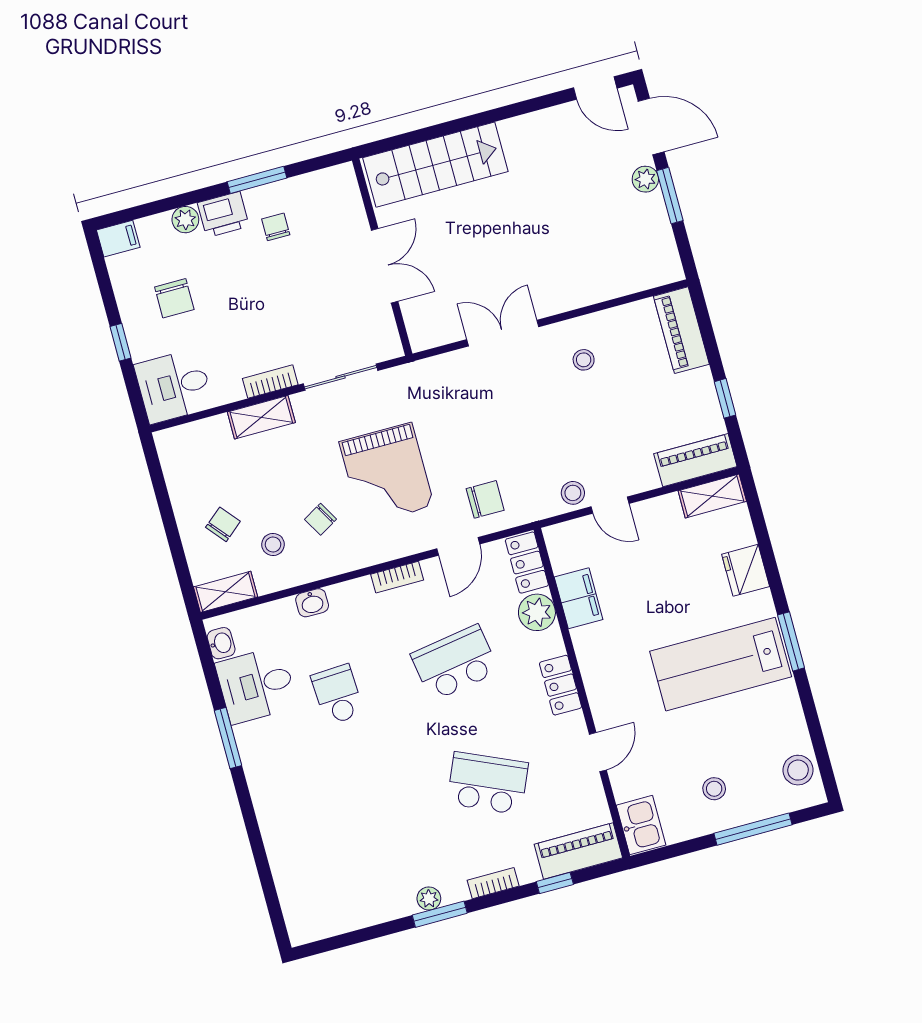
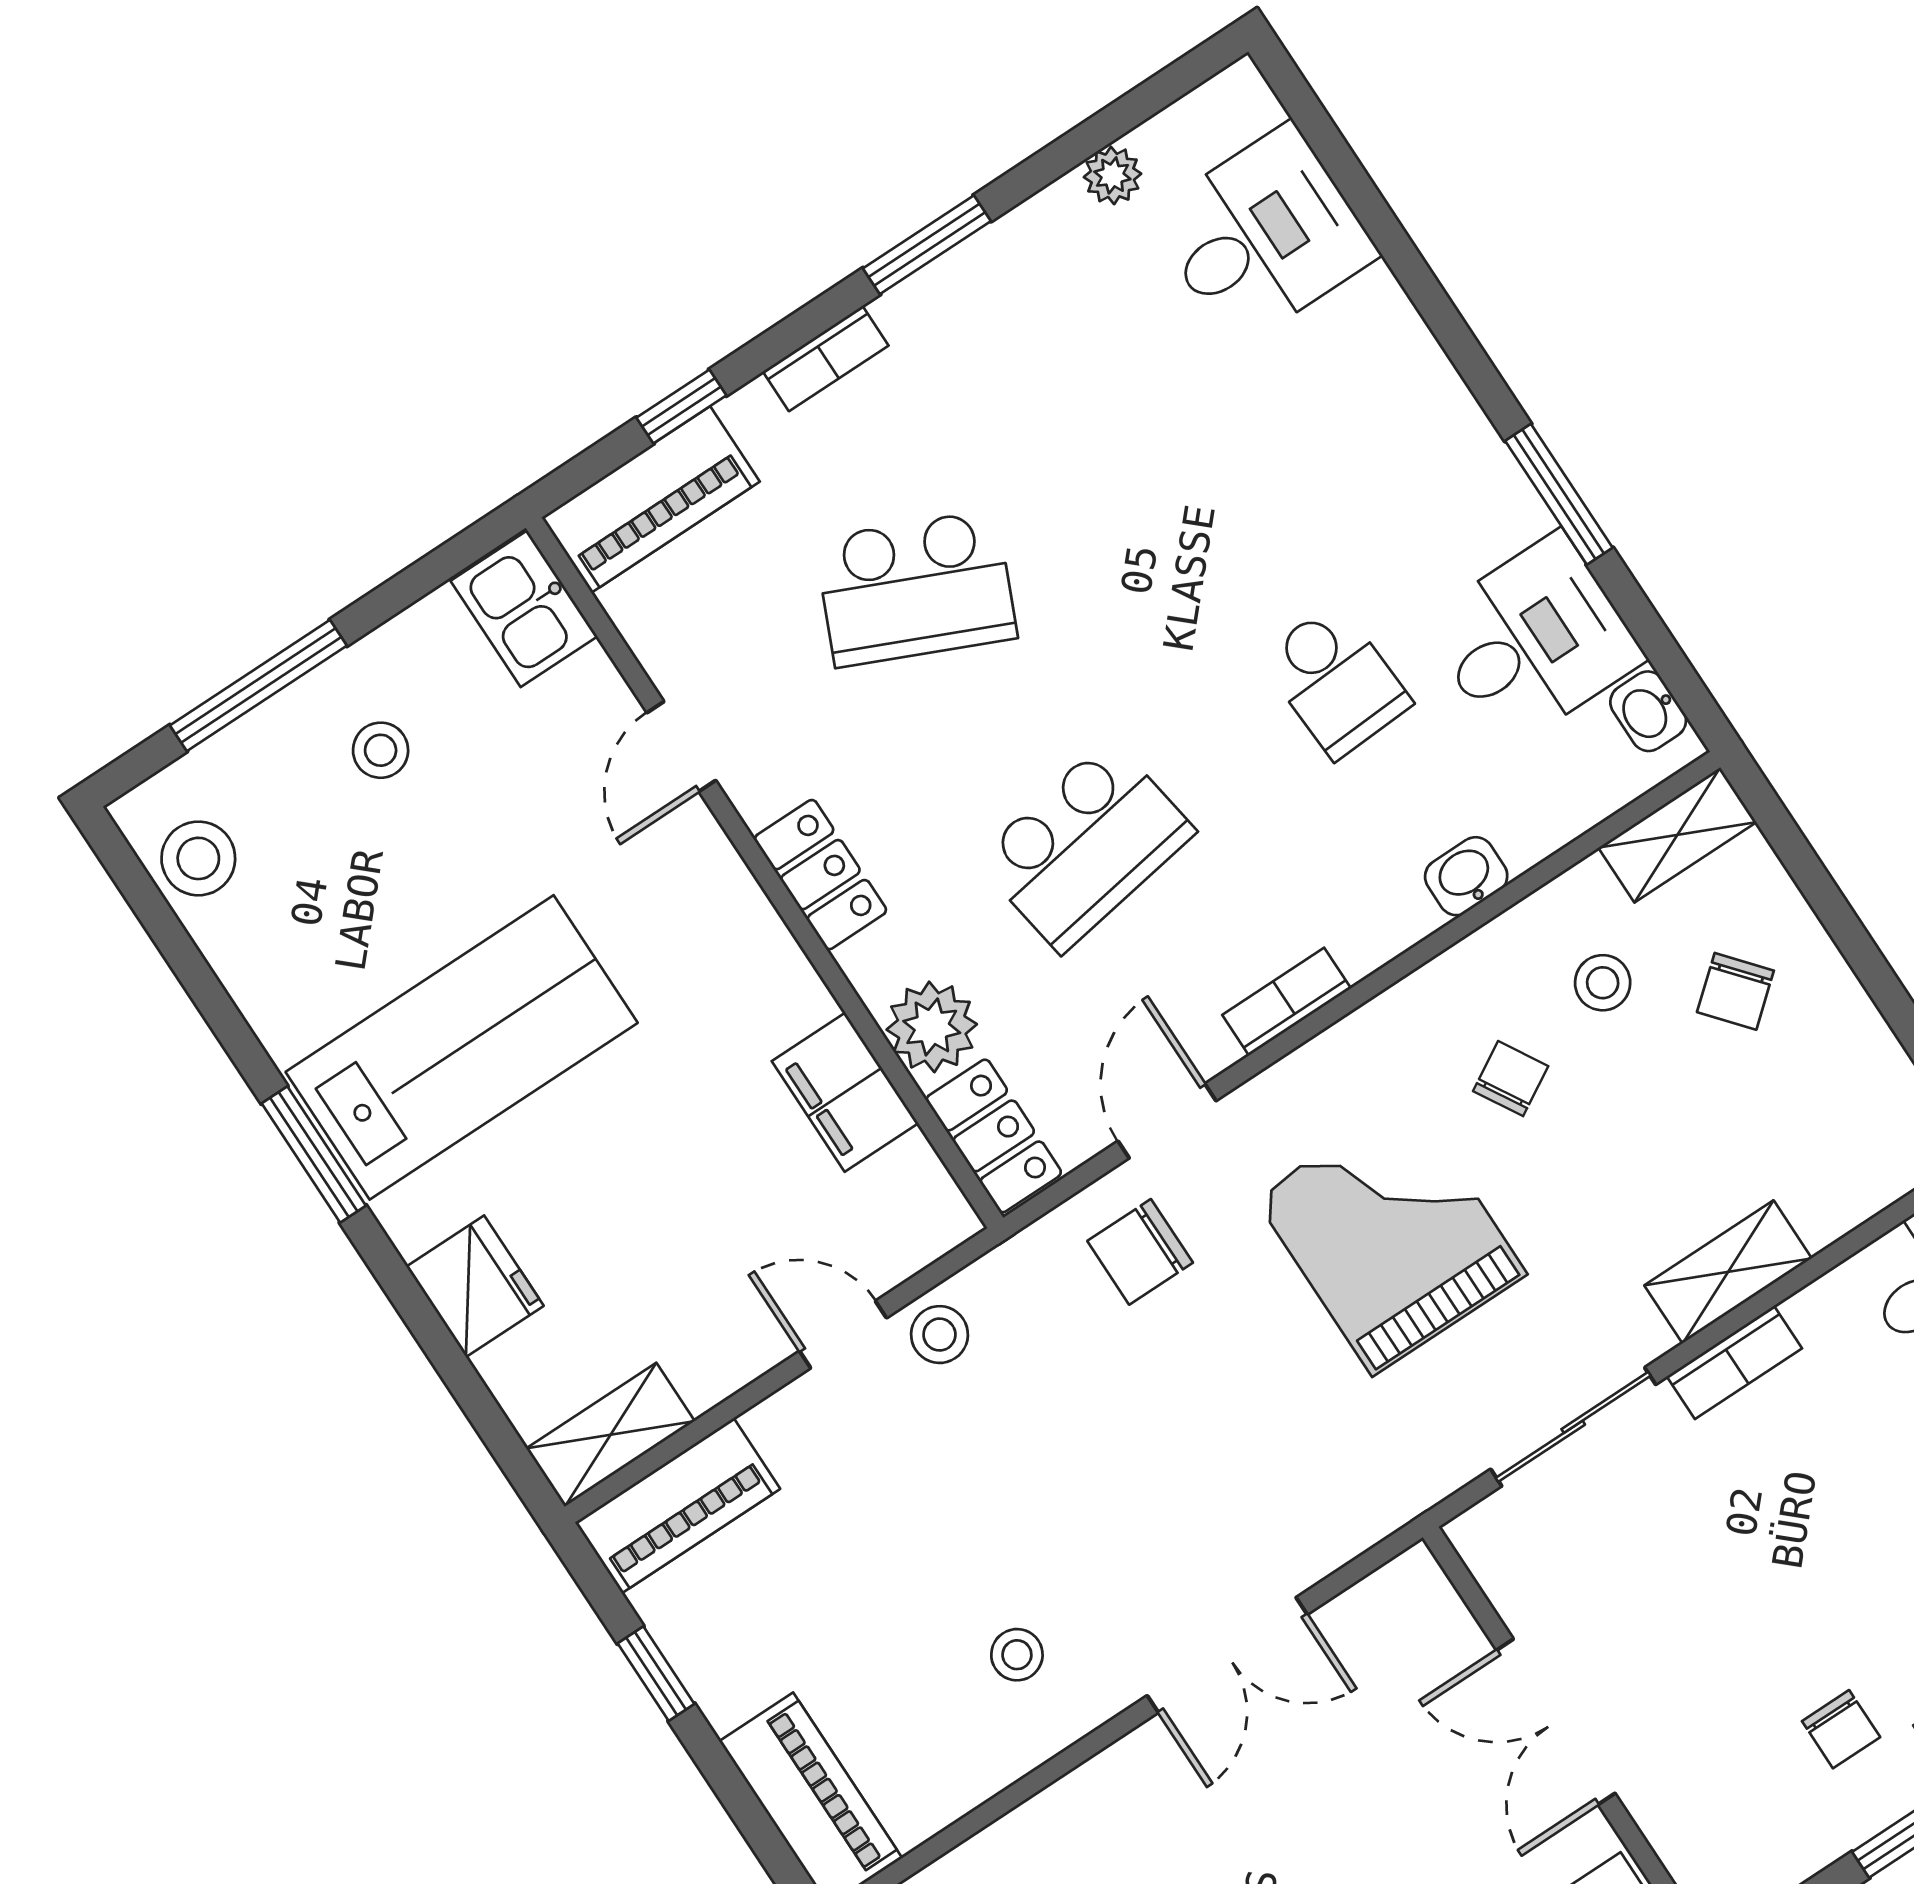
desk: (309, 875) -> (1263, 236), added
plant: (429, 899) -> (1112, 175), moved

